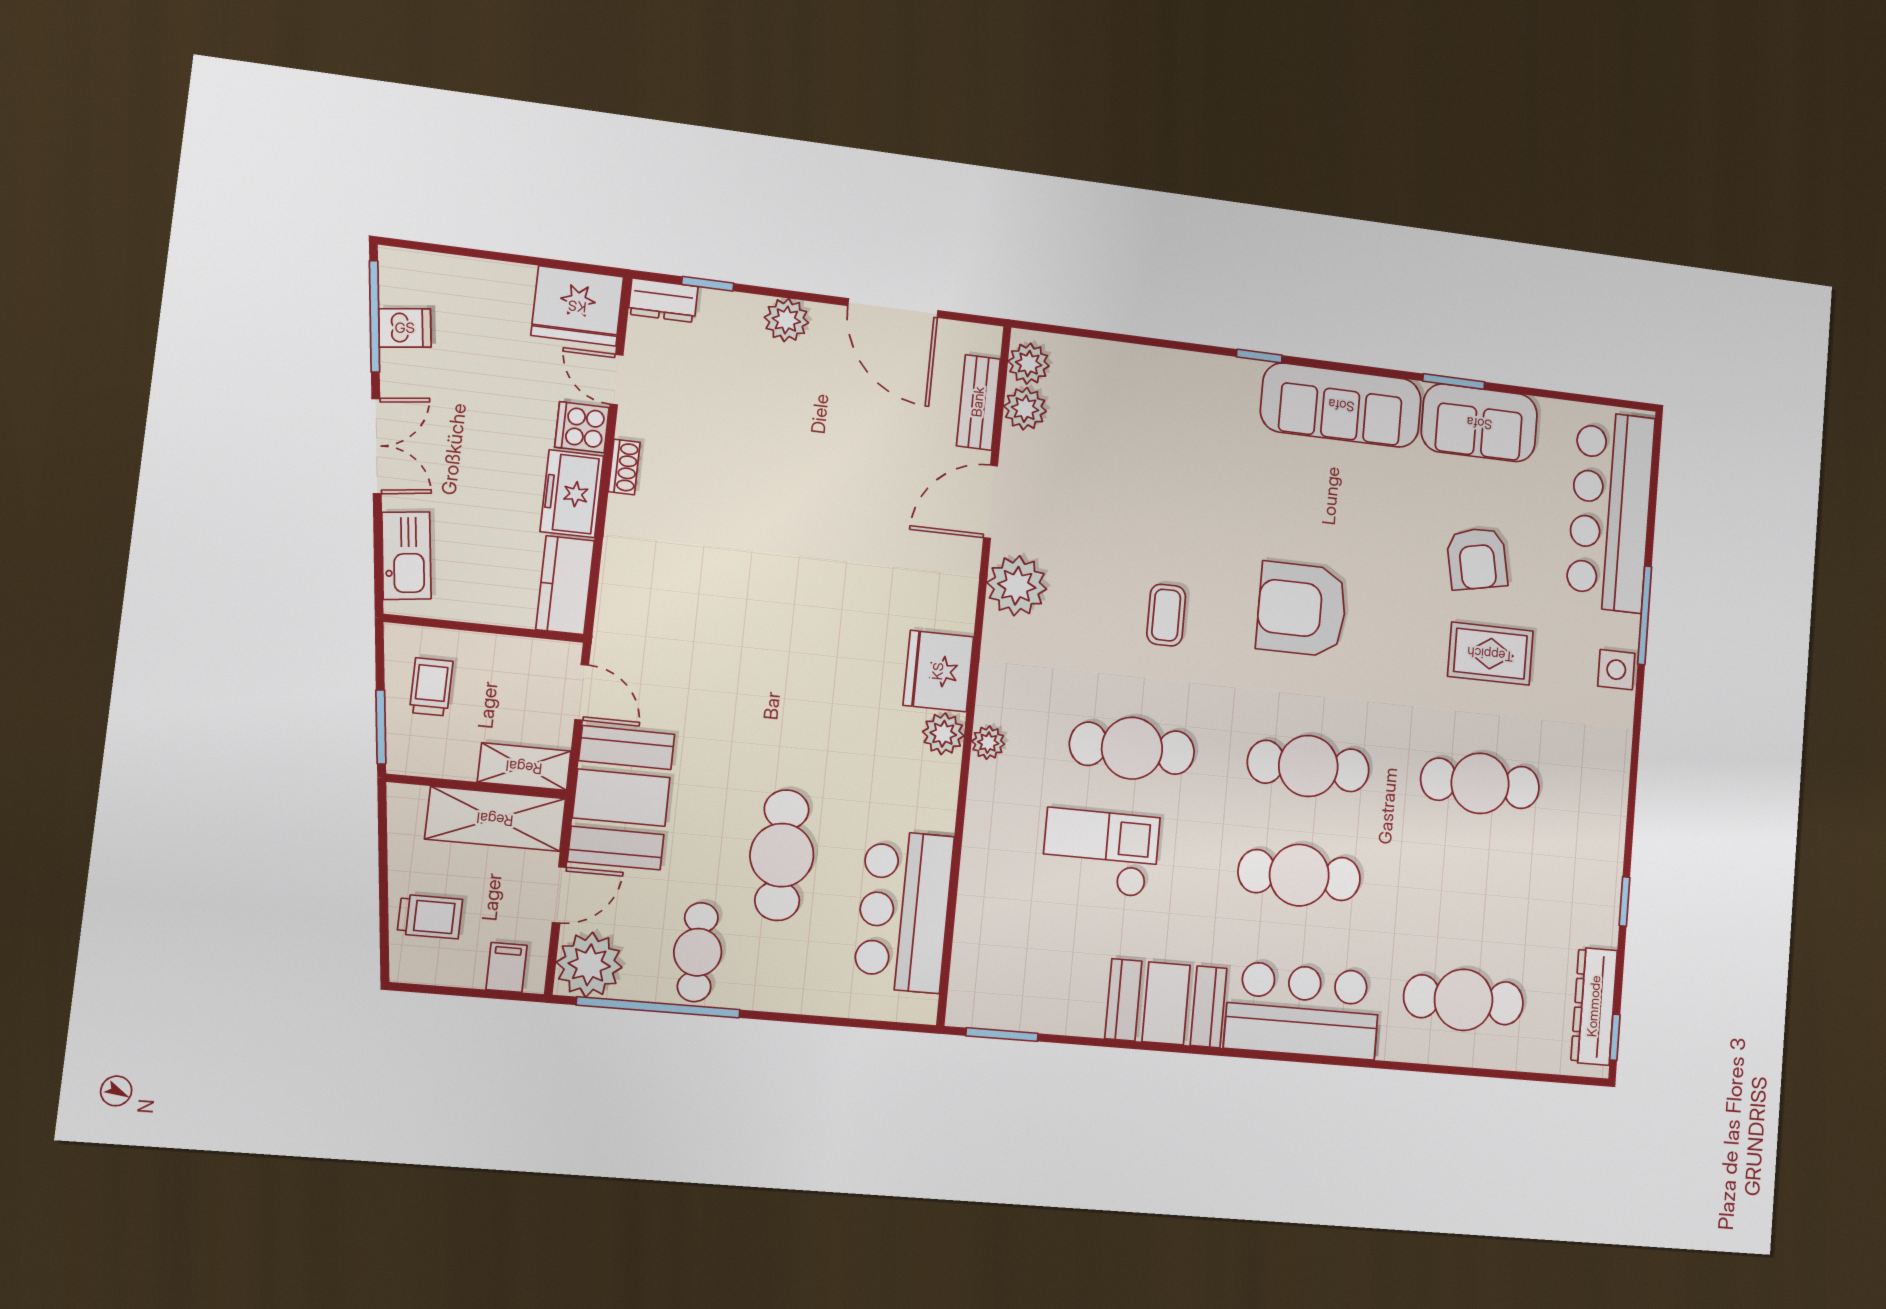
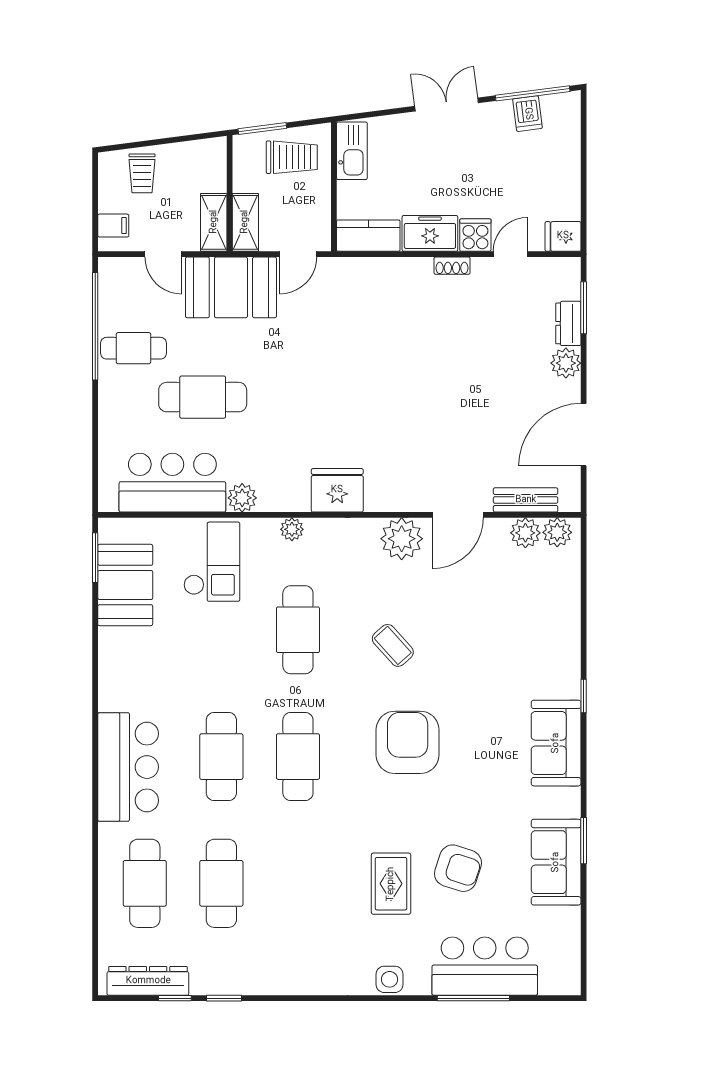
window: (708, 284) -> (584, 308), width x1.50
dresser: (663, 300) -> (568, 323), moved
fridge: (577, 306) -> (563, 236), width x0.53, depth x0.75
sofa: (1341, 405) -> (556, 743), width x0.73
double door: (376, 446) -> (447, 105), swing flipped
door: (991, 502) -> (458, 515), swing flipped
bar counter: (1610, 511) -> (485, 966), width x0.73
kitchen sink: (406, 556) -> (352, 151), moved, turned -83
armchair: (1477, 559) -> (458, 868), turned -151
coffee table: (1166, 615) -> (393, 645), turned 48
window: (1645, 615) -> (473, 998), moved
trolley: (431, 687) -> (292, 157), width x1.36, depth x1.39
plant: (943, 734) -> (242, 498), moved
cafe table: (1480, 783) -> (221, 883), moved
shelving: (495, 819) -> (214, 222), width x0.67, depth x0.75
checkout: (1100, 853) -> (212, 562), moved
plant: (589, 965) -> (119, 278), removed
booth: (1166, 1003) -> (125, 585), moved
window: (1615, 1037) -> (175, 998), moved

